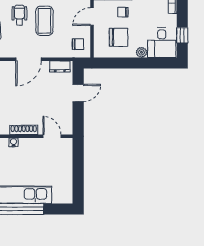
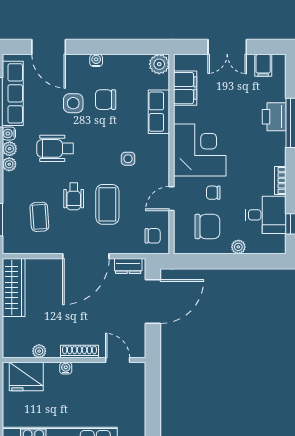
wheelchair: (19, 15) -> (74, 196), turned 180
desk: (162, 43) -> (266, 215), moved, turned -90
door: (28, 59) -> (86, 256), width x1.36
door: (78, 93) -> (153, 302), width x1.87

